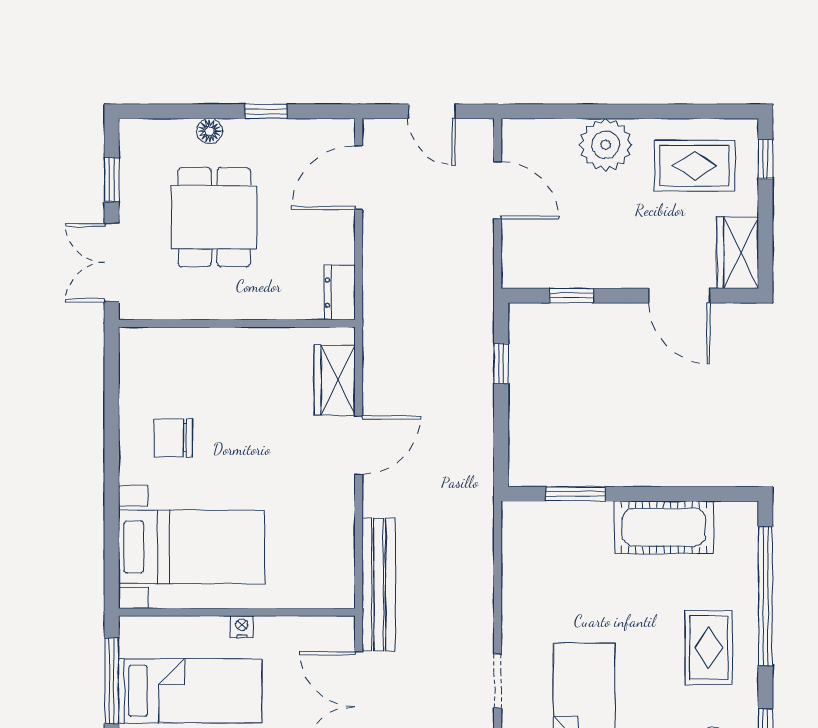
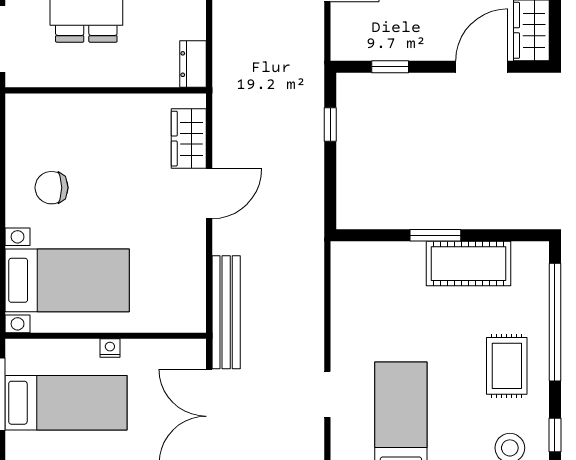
door: (679, 296) -> (482, 67), swing flipped
window: (575, 494) -> (435, 235), moved

